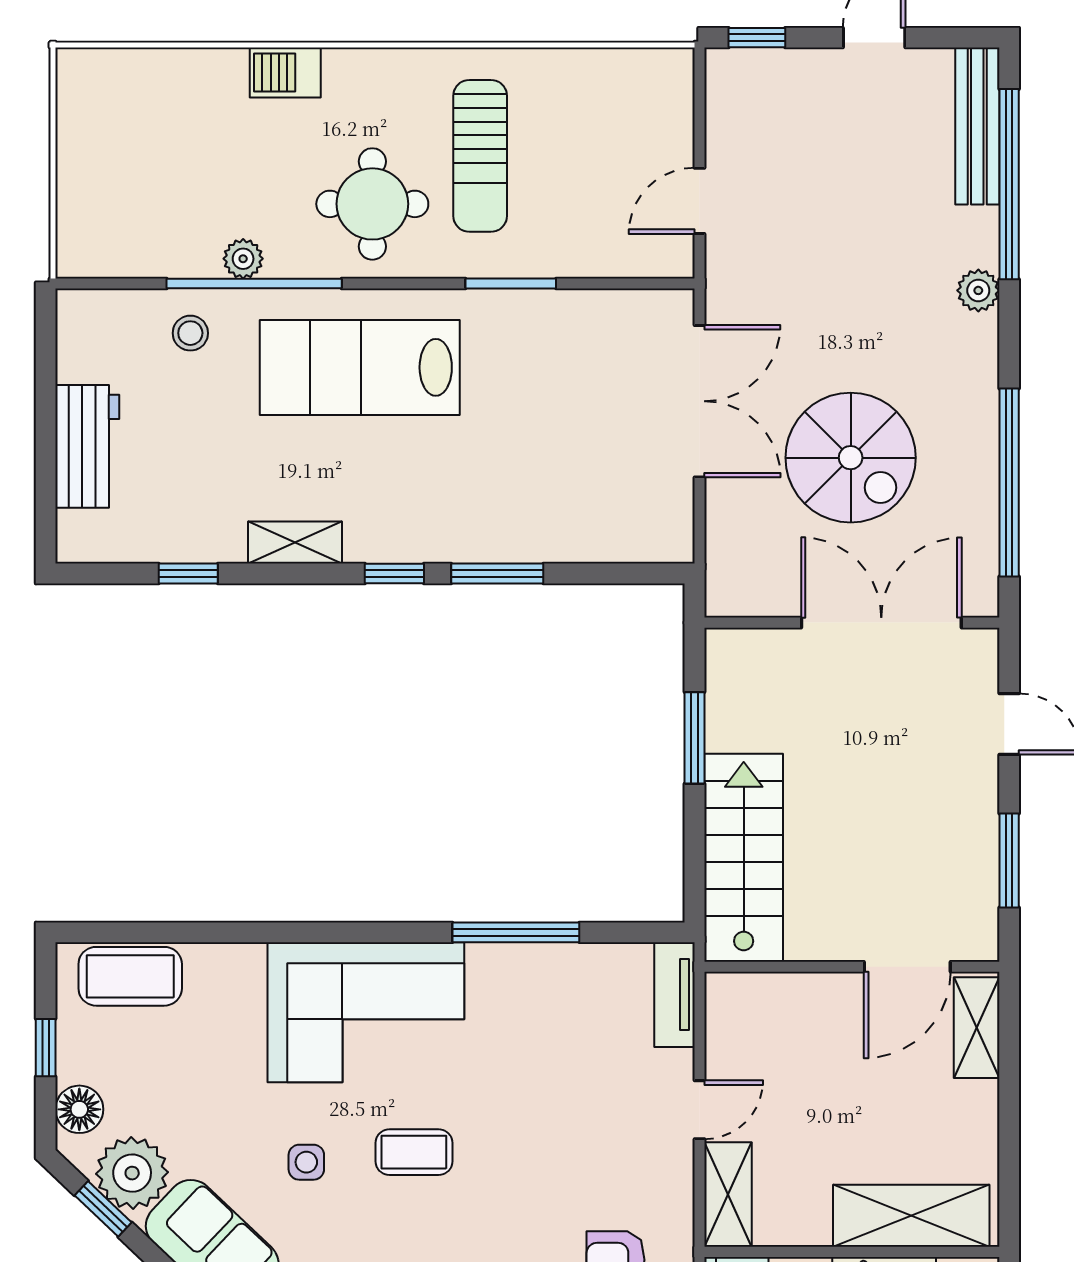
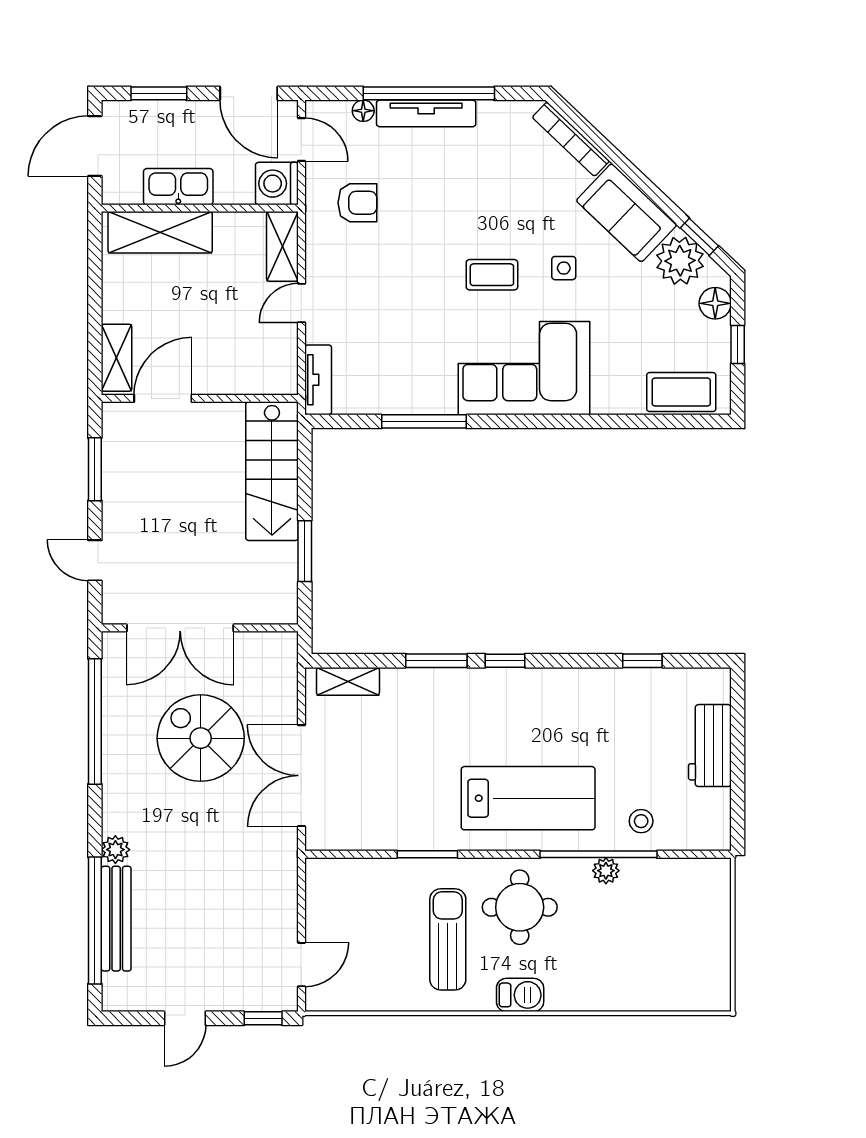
barbecue: (285, 73) -> (520, 995), moved
bench: (977, 126) -> (116, 919), moved
door: (699, 201) -> (301, 965), moved
shelving: (295, 543) -> (348, 681), moved

